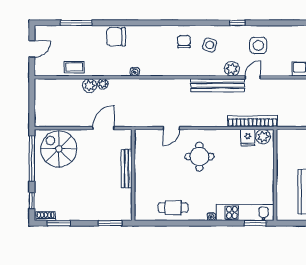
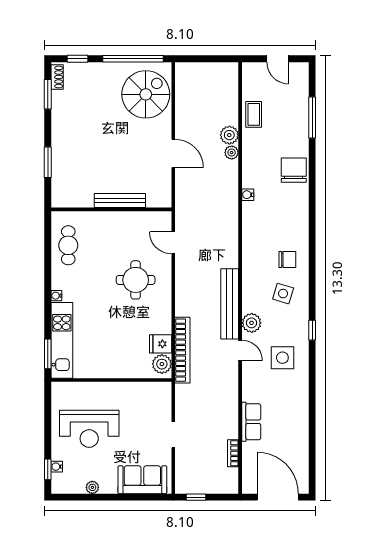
bench: (127, 169) -> (120, 201), moved
wall: (133, 175) -> (111, 209), moved

